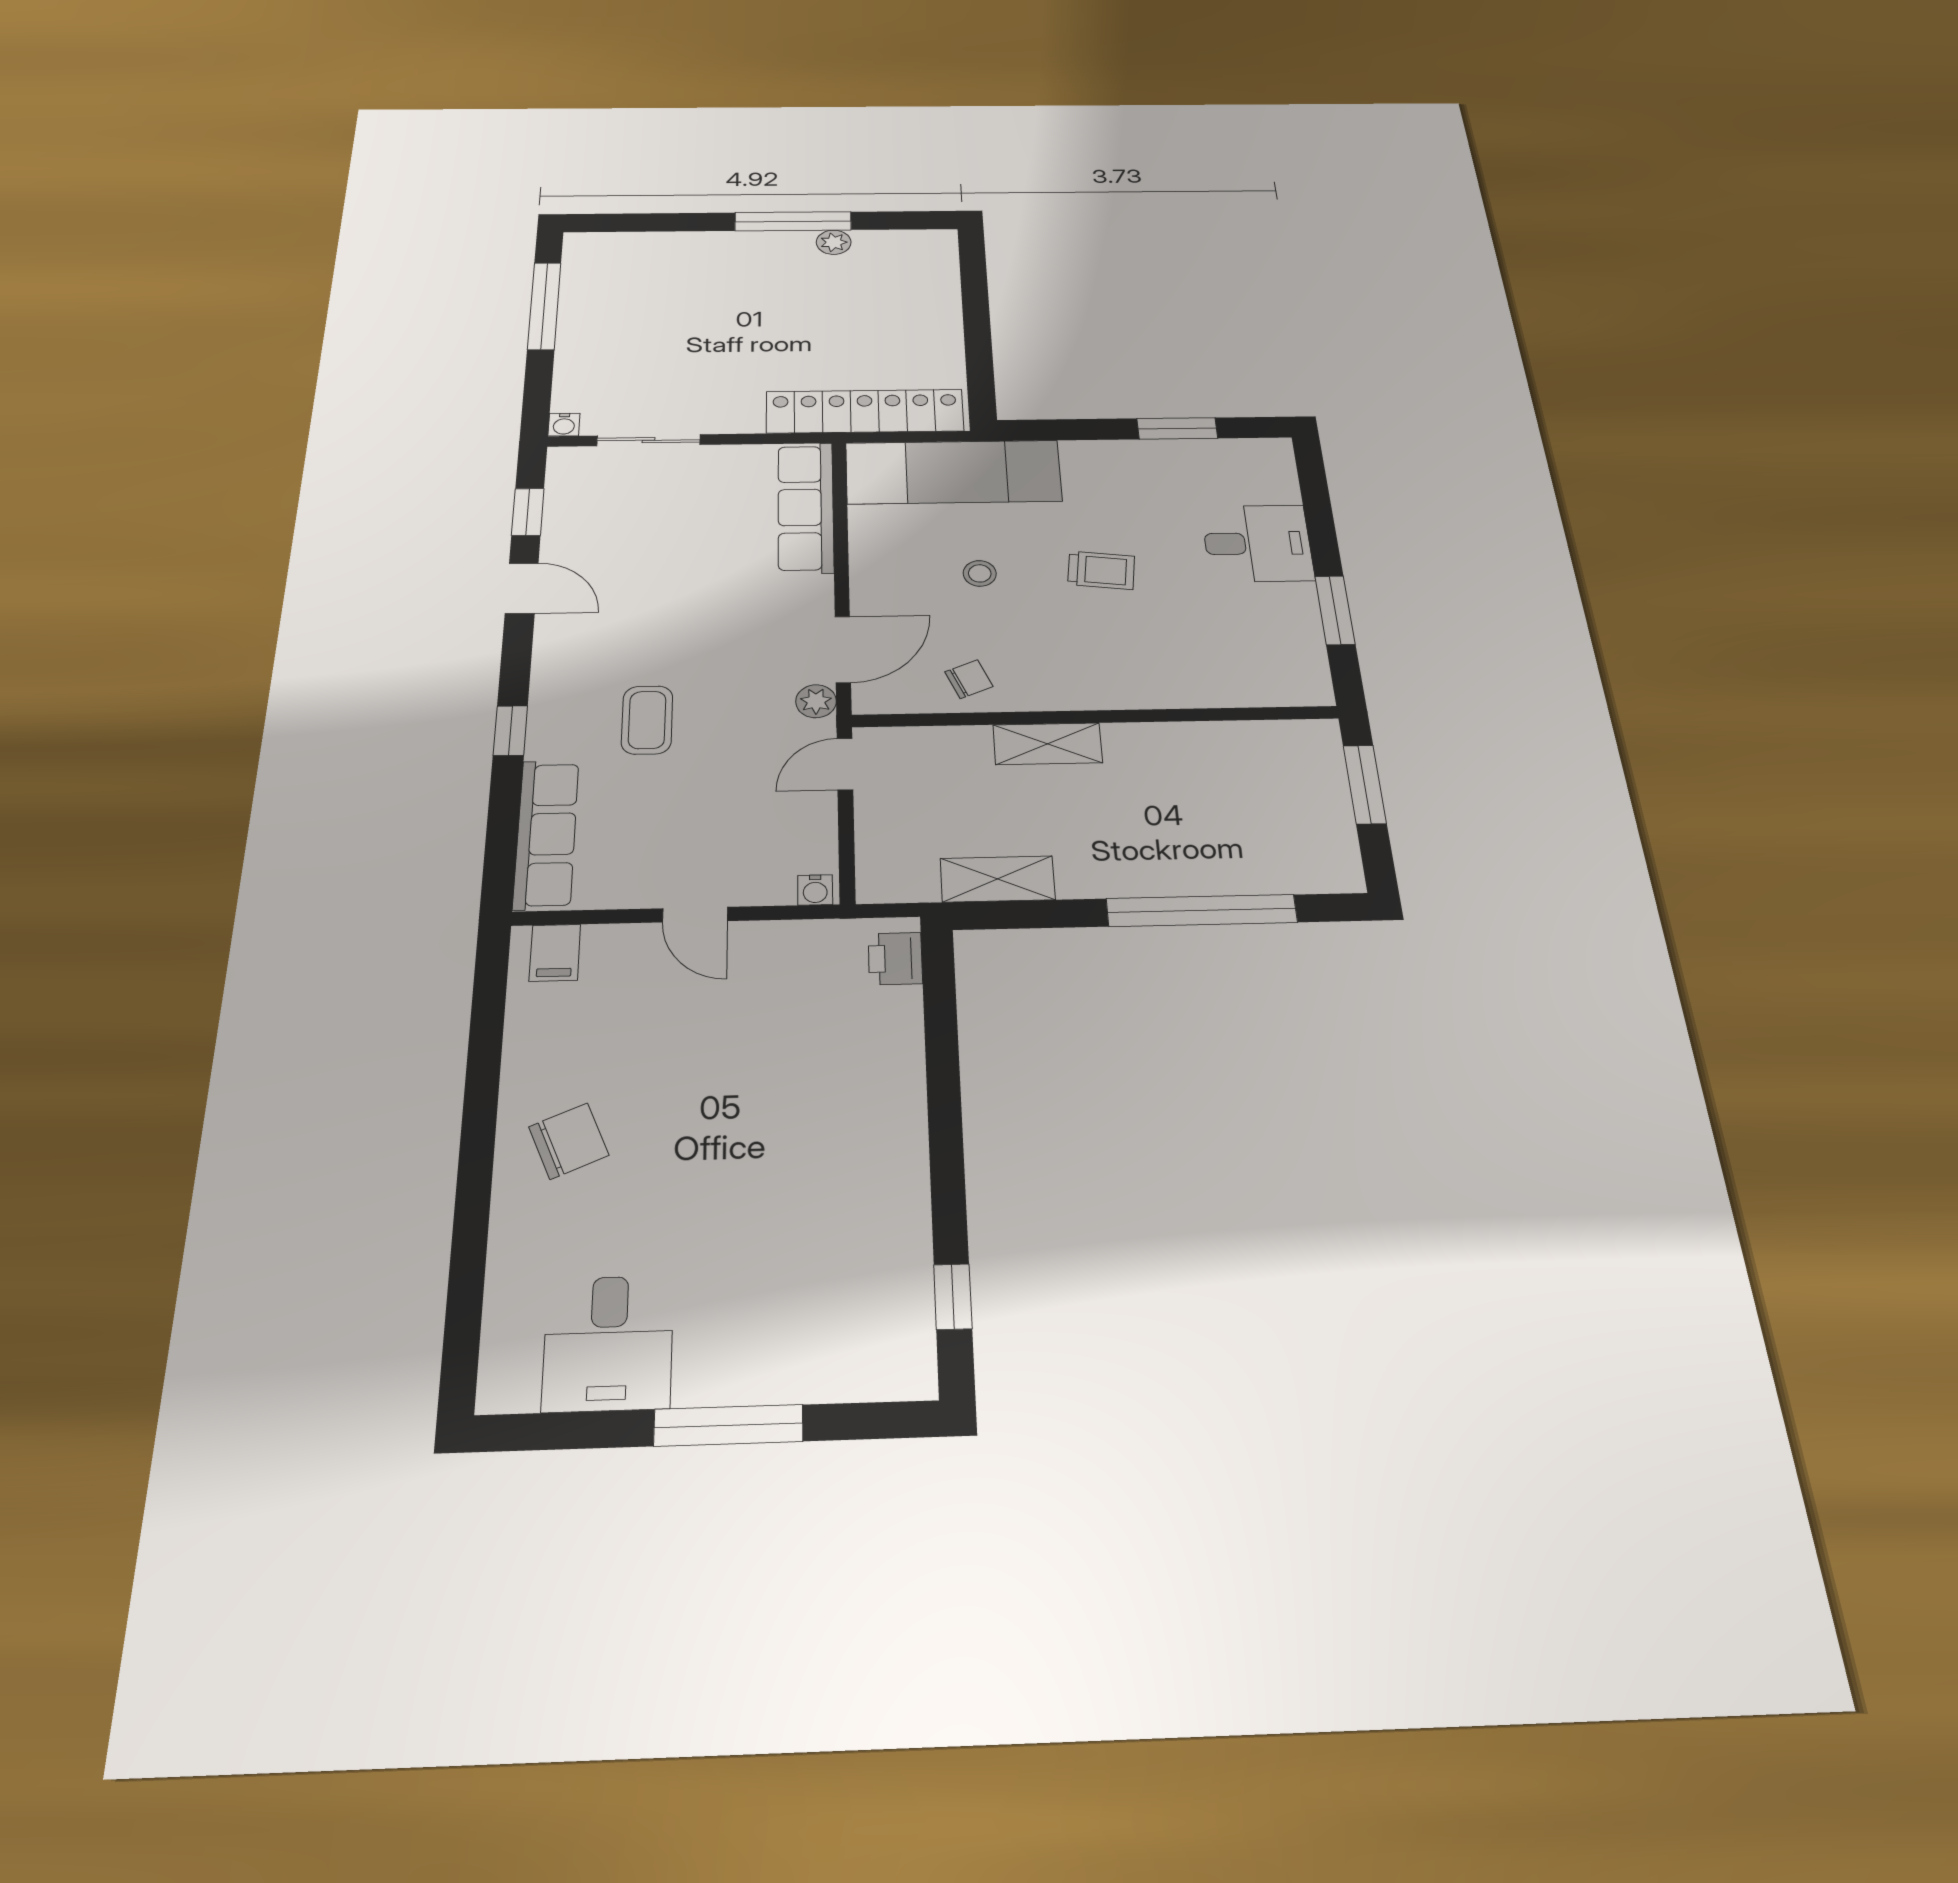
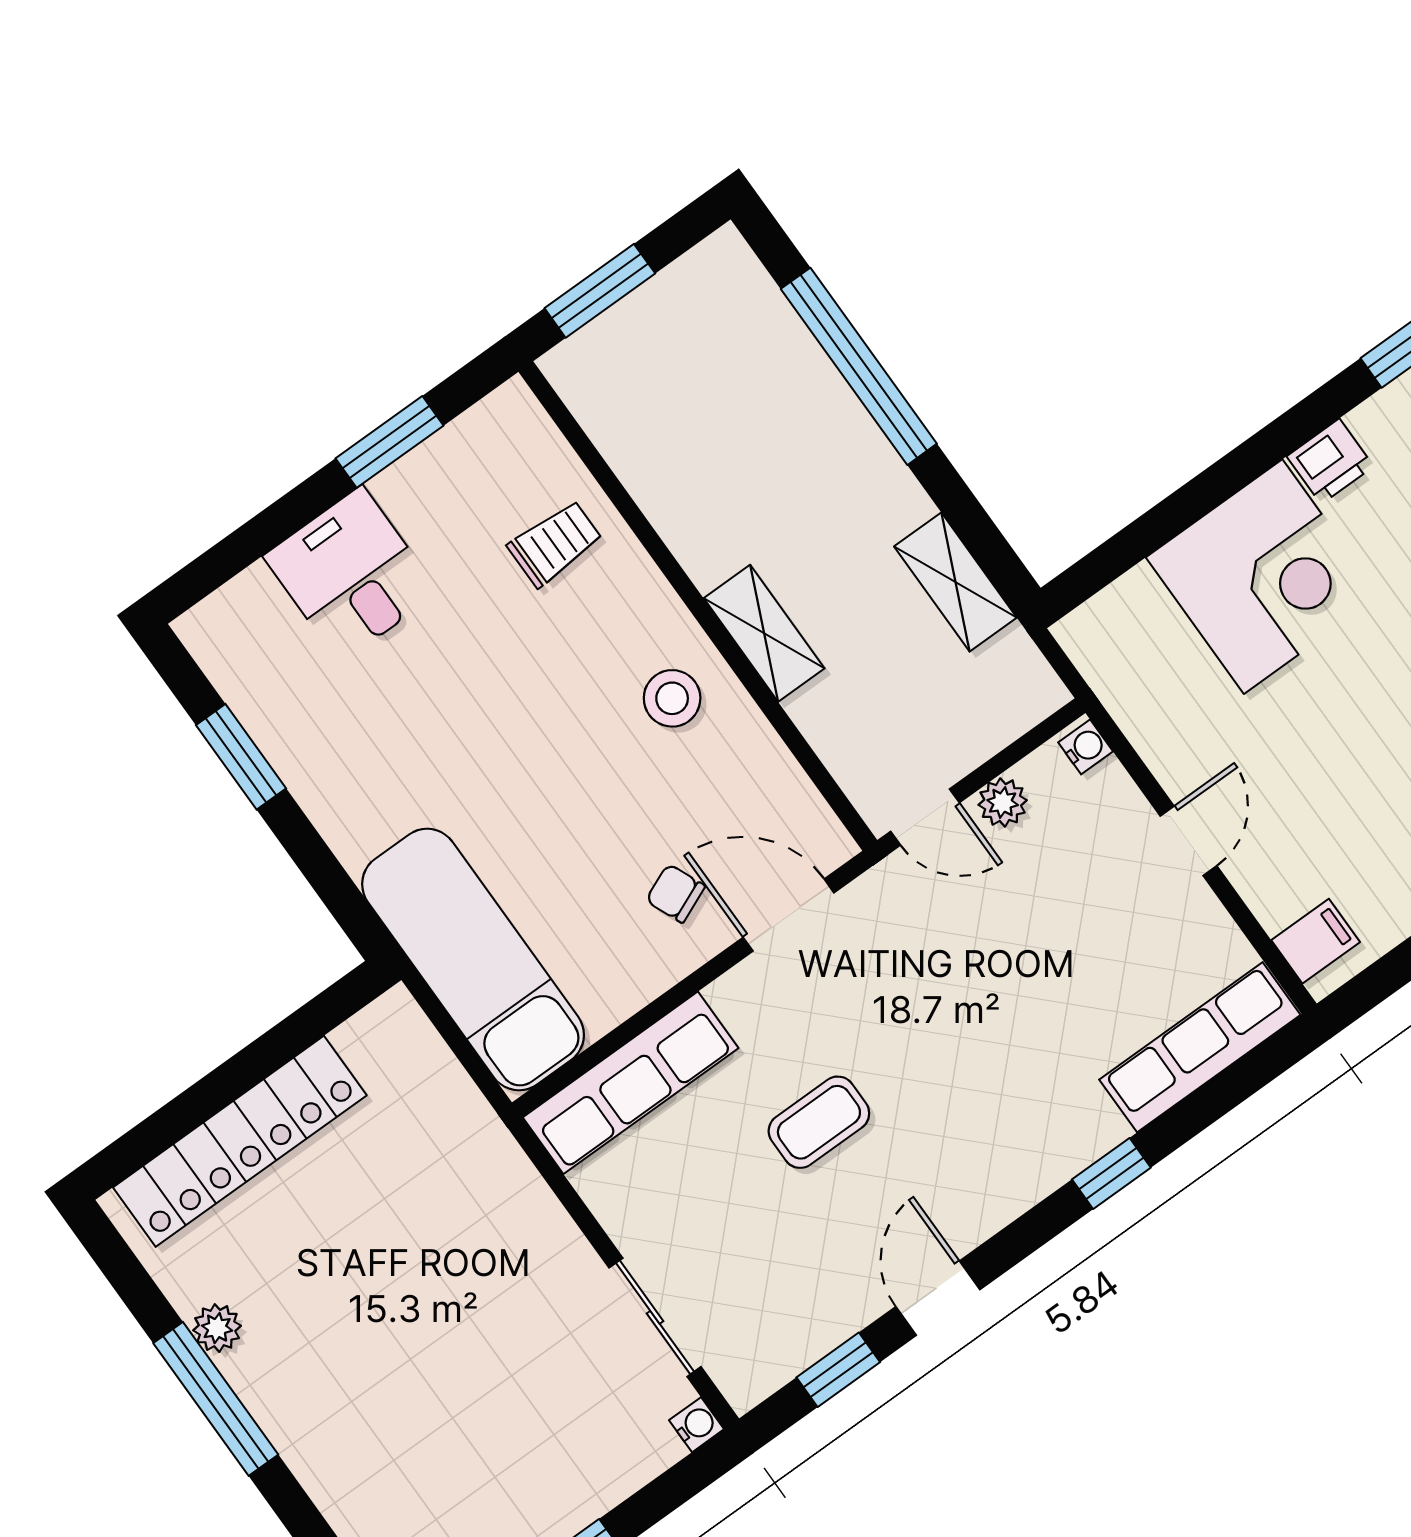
locker: (865, 411) -> (240, 1141), moved, turned -90
trolley: (1101, 570) -> (555, 543), moved, turned 83
stool: (980, 573) -> (672, 698), moved, width x1.37, depth x1.37
chair: (969, 679) -> (675, 893), moved
plant: (816, 701) -> (1003, 803), moved
coffee table: (647, 720) -> (819, 1122), moved
printer: (895, 959) -> (1330, 461), moved
corner desk: (849, 1084) -> (1263, 577), added

